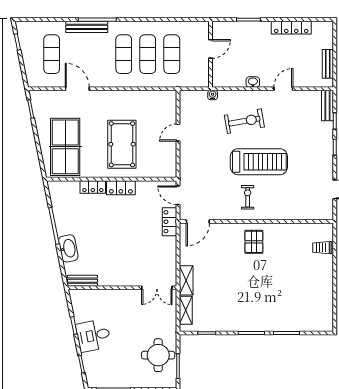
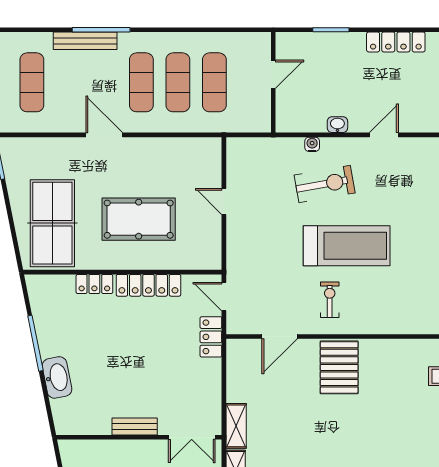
door: (77, 89) -> (104, 135), moved
water cooler: (213, 95) -> (312, 144), moved
door: (178, 133) -> (224, 201), hinge flipped
pool table: (122, 144) -> (139, 219), turned 90
locker: (121, 188) -> (148, 285), width x1.53
door: (198, 221) -> (280, 336), moved
pallet: (254, 242) -> (339, 367), width x1.50, depth x1.42
bench: (83, 281) -> (135, 427), moved

